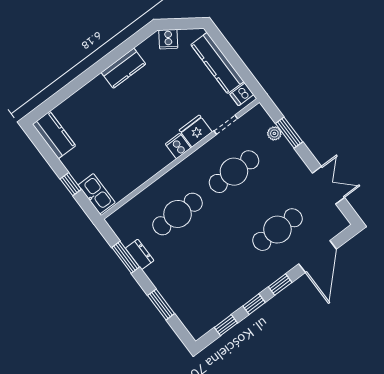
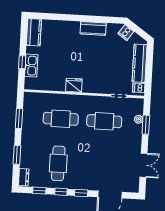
fridge: (196, 131) -> (74, 85), moved
cooker: (178, 146) -> (88, 87), removed
kitchen sink: (97, 194) -> (31, 66), moved
cafe table: (277, 230) -> (58, 163), moved, turned 90
dresser: (140, 254) -> (24, 177), moved

